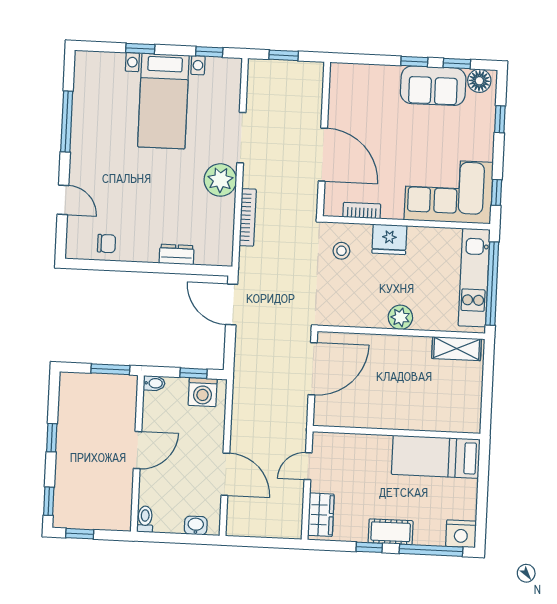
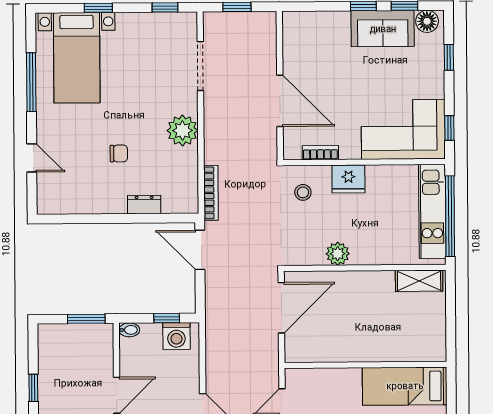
bed with nightstands: (163, 101) -> (77, 58), moved
doorway: (241, 138) -> (200, 66), moved
bookcase: (248, 217) -> (211, 193), moved
chair: (106, 244) -> (119, 153), moved
plant: (400, 317) -> (338, 254), moved

